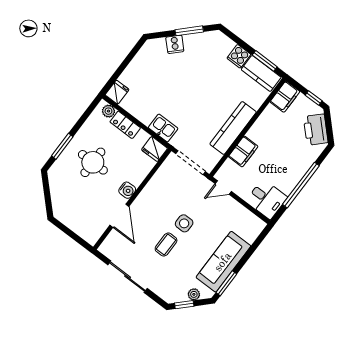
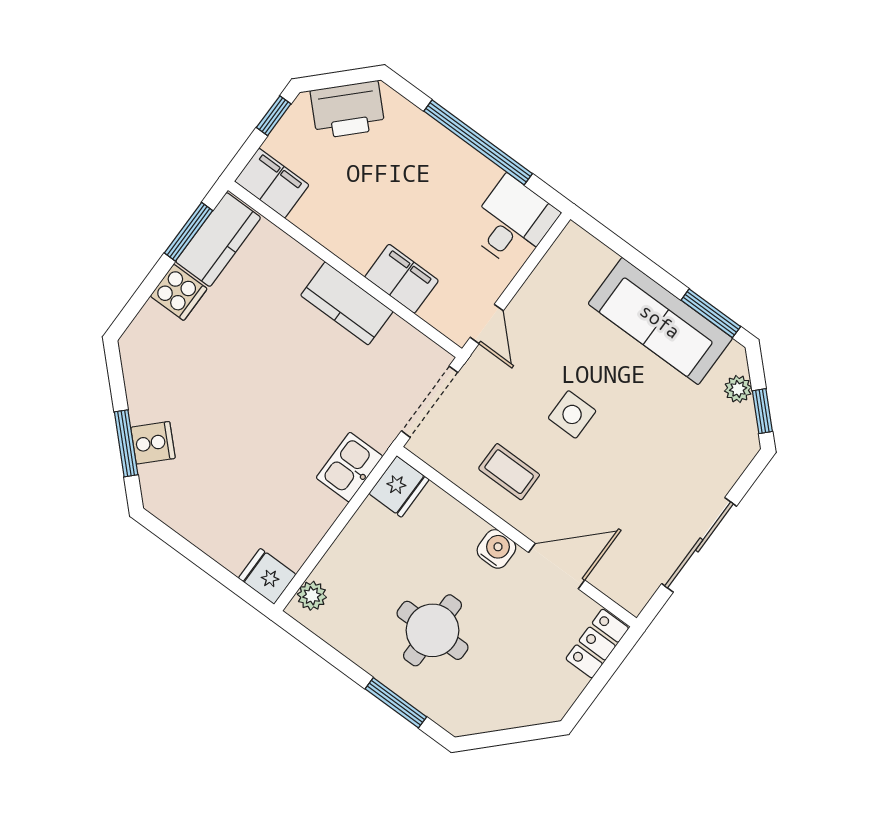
window: (189, 31) -> (126, 443), moved
locker: (125, 125) -> (597, 644), moved, turned 180
kitchen counter: (233, 128) -> (347, 303), width x0.67
coffee table: (166, 245) -> (509, 472), moved

